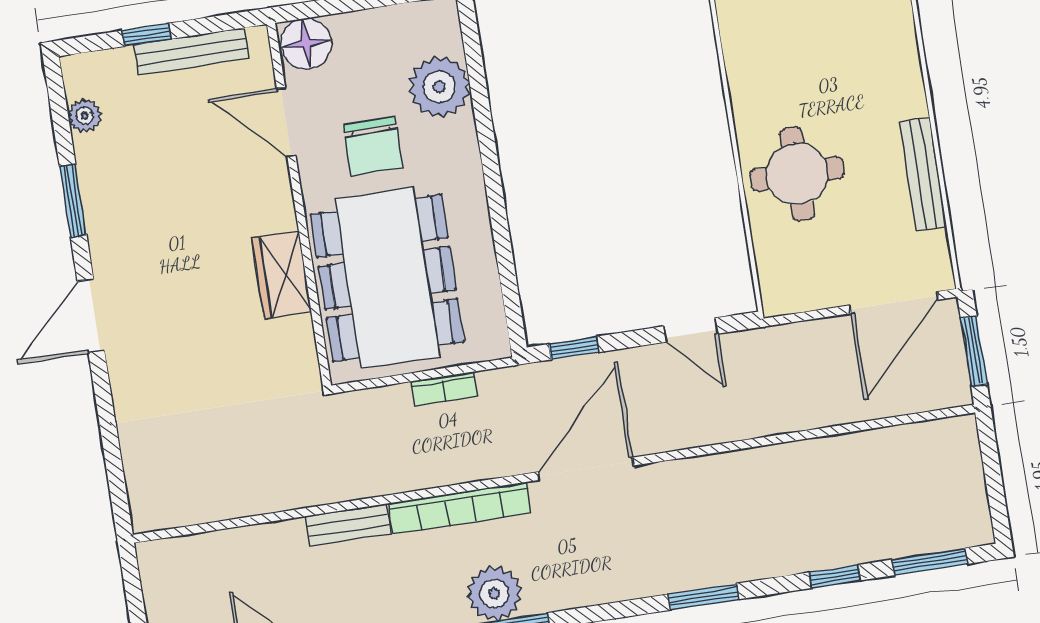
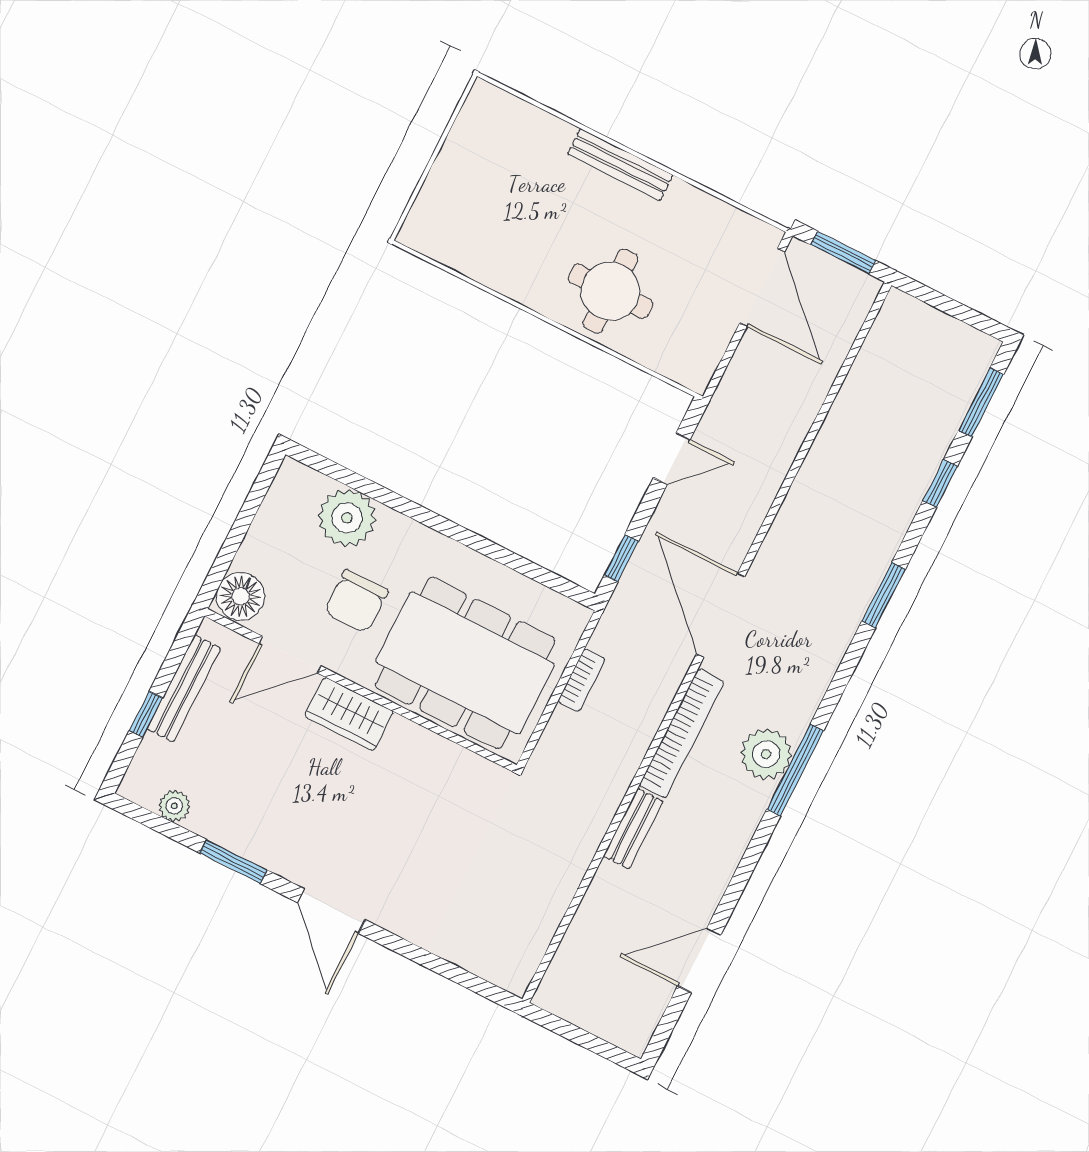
chair: (373, 146) -> (356, 601), turned 90
bench: (923, 174) -> (620, 165), moved
wardrobe: (282, 275) -> (349, 714), moved

